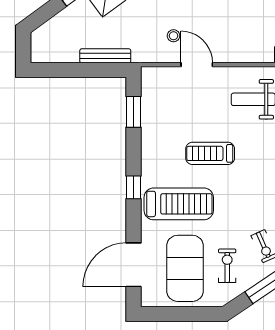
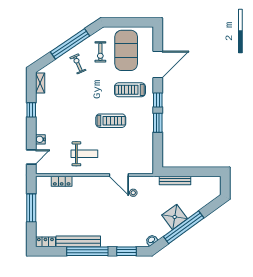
window: (134, 112) -> (158, 123), moved
treadmill: (179, 204) -> (130, 90), width x0.73, depth x0.73
door: (134, 265) -> (158, 65), moved

